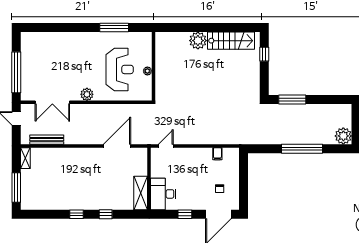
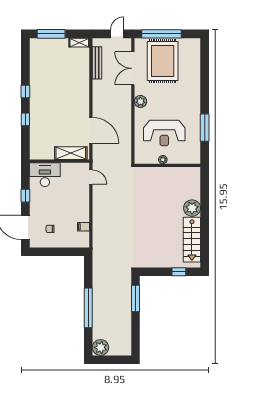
rug: (45, 71) -> (163, 61), added
shelving: (141, 193) -> (71, 153), moved

